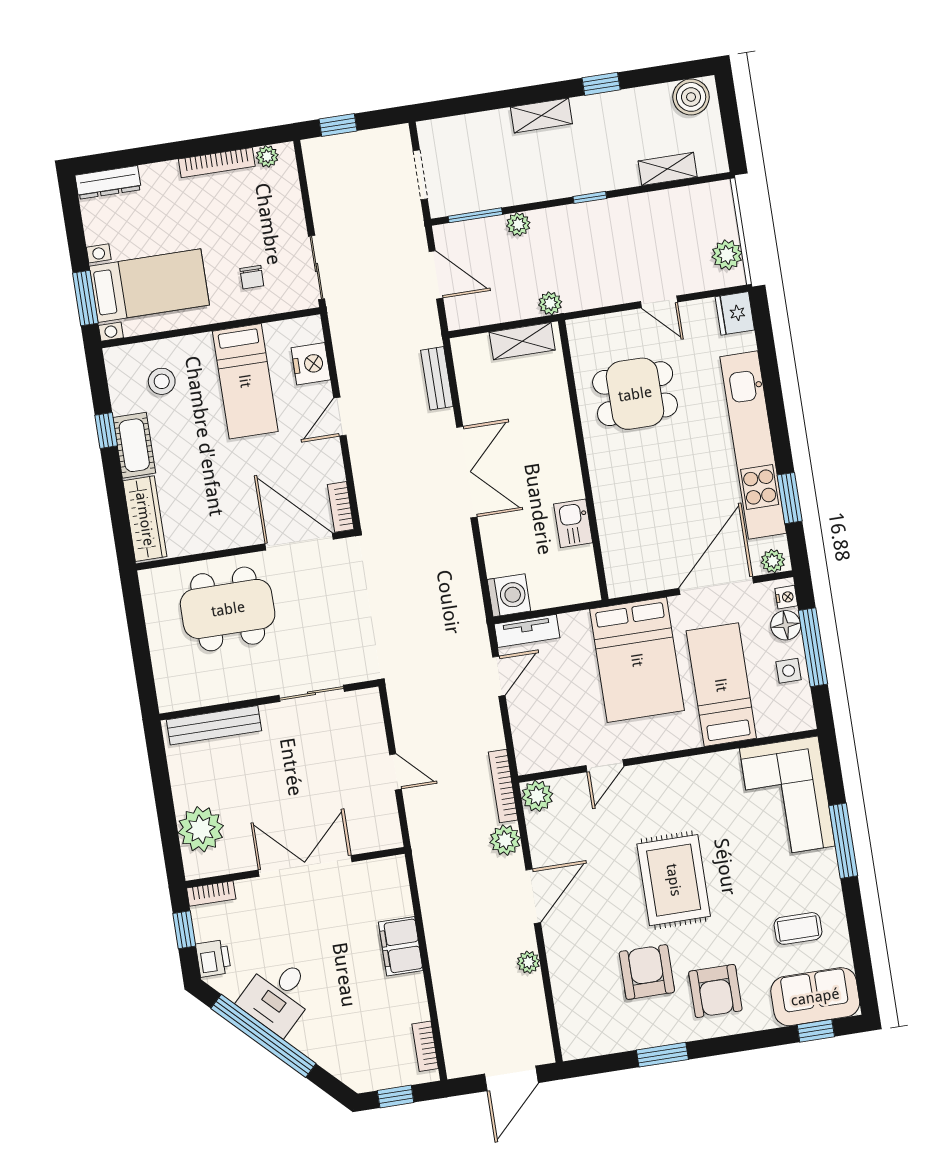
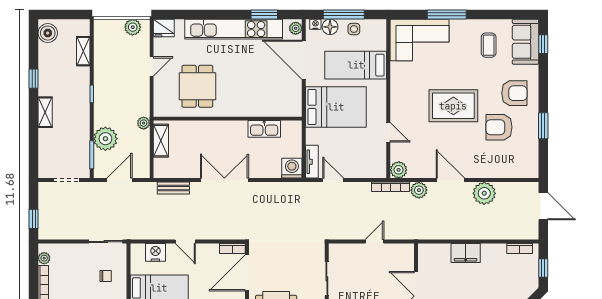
plant: (518, 224) -> (105, 139), width x1.88, depth x1.88
kitchen sink: (573, 523) -> (264, 129), width x1.38
plant: (528, 962) -> (484, 193), width x1.87, depth x1.87

